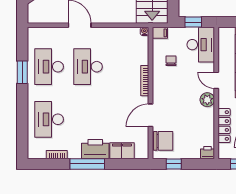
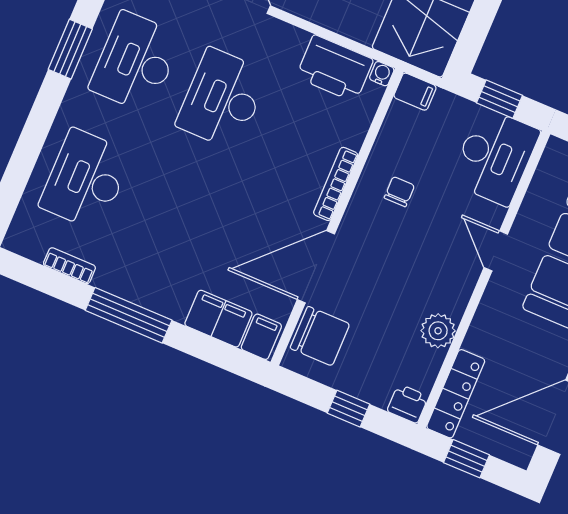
chair: (171, 61) -> (399, 192), moved
plant: (207, 100) -> (438, 331), moved
door: (151, 115) -> (316, 267), width x1.36
locker: (224, 126) -> (456, 394), moved
printer: (95, 149) -> (335, 68), moved, turned 180
filing cabinet: (141, 151) -> (261, 337), added
window: (174, 164) -> (348, 409), moved

